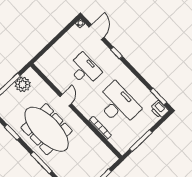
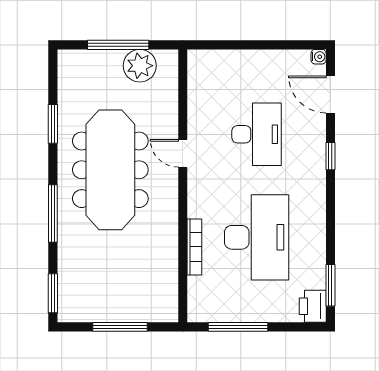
door: (96, 32) -> (330, 94), swing flipped
door: (66, 100) -> (183, 153), swing flipped

